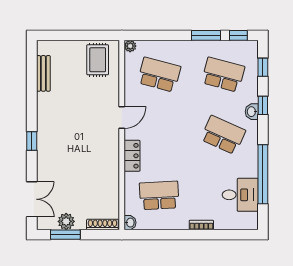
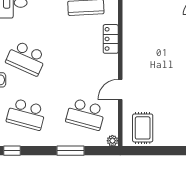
window: (206, 35) -> (70, 151), moved
door: (122, 118) -> (120, 90), moved

